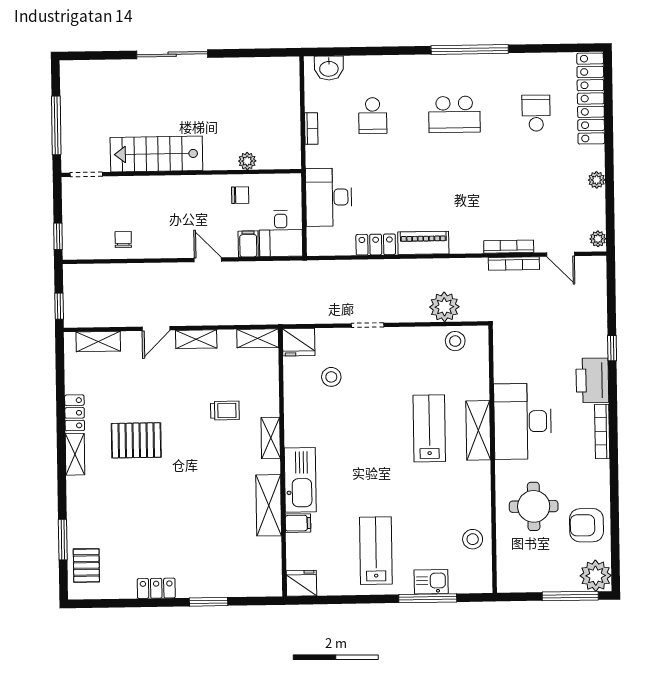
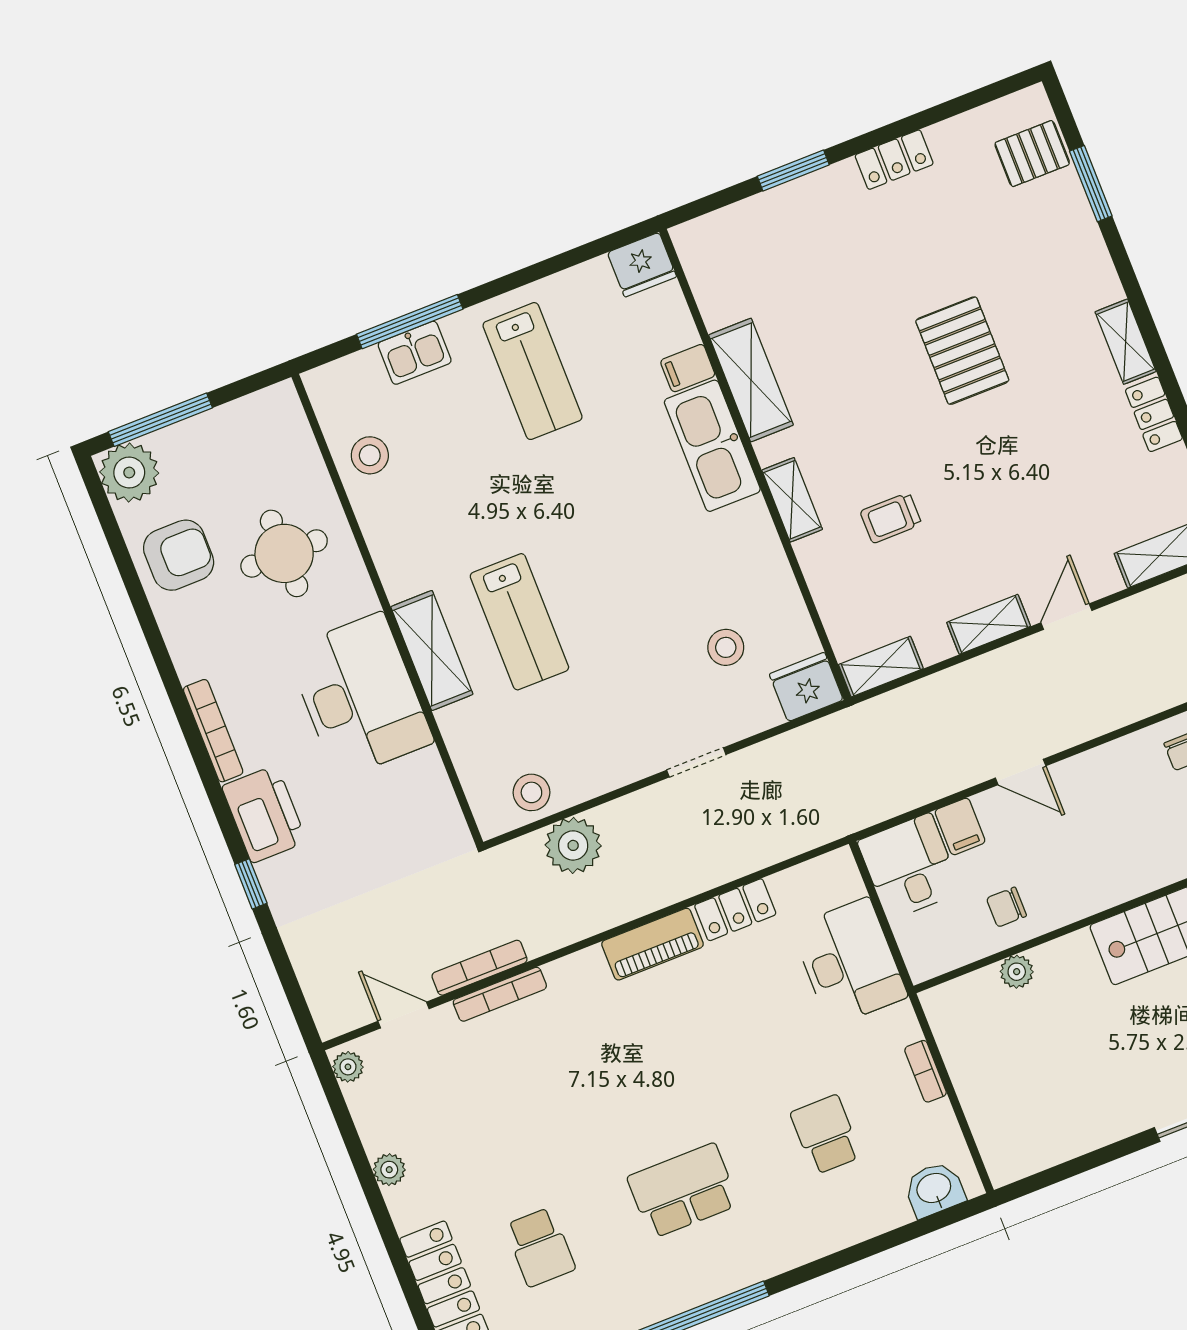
pallet: (136, 440) -> (962, 351), moved, turned 90
pallet: (86, 565) -> (1032, 154), turned 90

